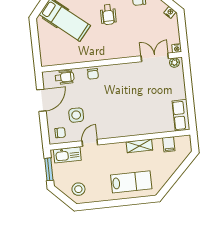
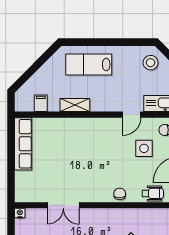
double door: (155, 57) -> (63, 205), moved
plant: (174, 63) -> (24, 197), removed
wheelchair: (65, 77) -> (153, 193), turned 180
row of seats: (181, 115) -> (23, 144), width x1.48

